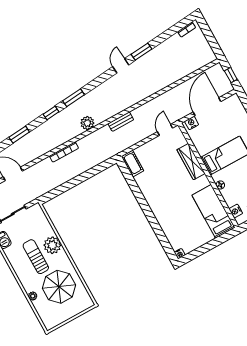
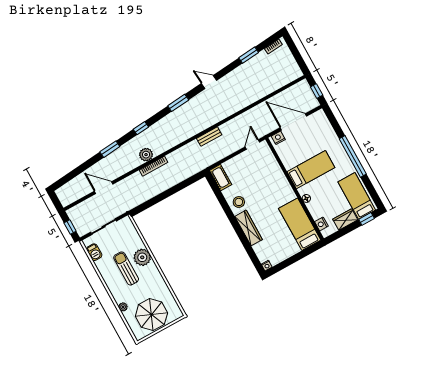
window: (141, 52) -> (249, 55), moved
door: (121, 66) -> (209, 82), hinge flipped
window: (74, 98) -> (178, 103), moved
door: (207, 107) -> (293, 122), hinge flipped
plant: (87, 123) -> (146, 155), moved
wardrobe: (191, 162) -> (249, 228), moved, turned 180
stool: (151, 189) -> (239, 202), added
parasol: (59, 287) -> (151, 315), moved

